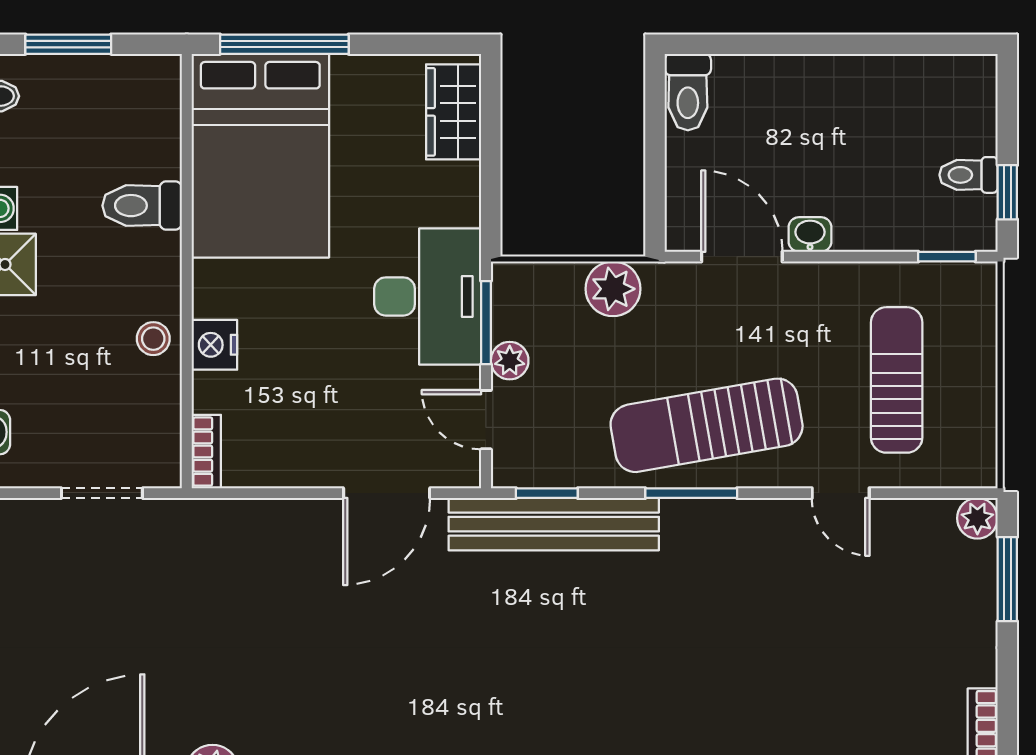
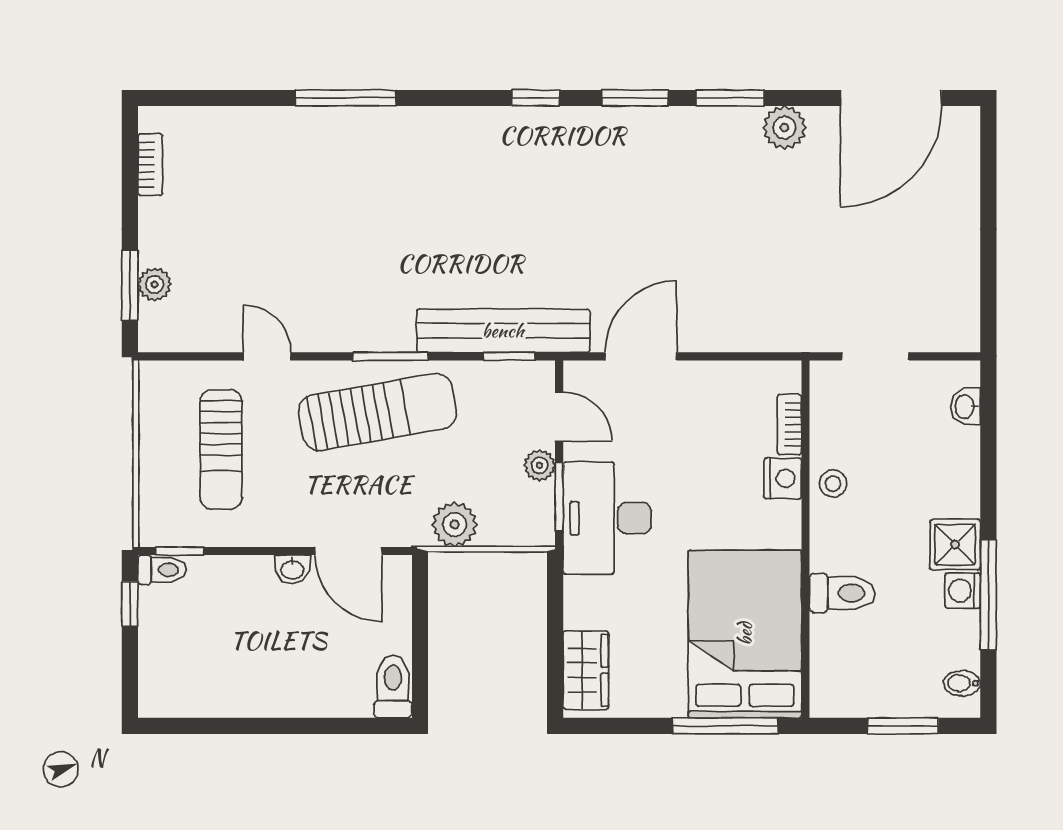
toilet: (969, 175) -> (162, 570), moved
bookcase: (206, 452) -> (789, 425), moved
plant: (977, 518) -> (155, 284), moved

